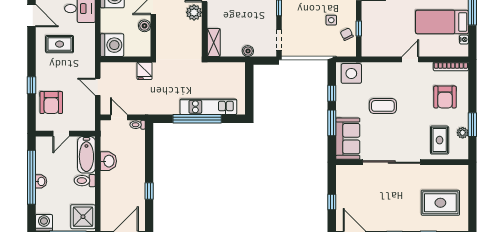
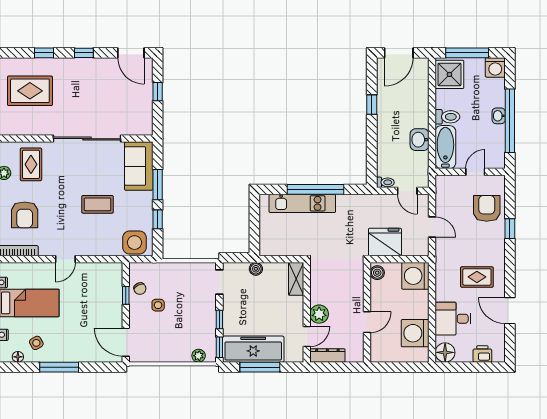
boiler: (145, 26) -> (377, 273), moved
fridge: (144, 71) -> (385, 242), width x1.88, depth x1.34
armchair: (445, 97) -> (25, 215), turned 180

